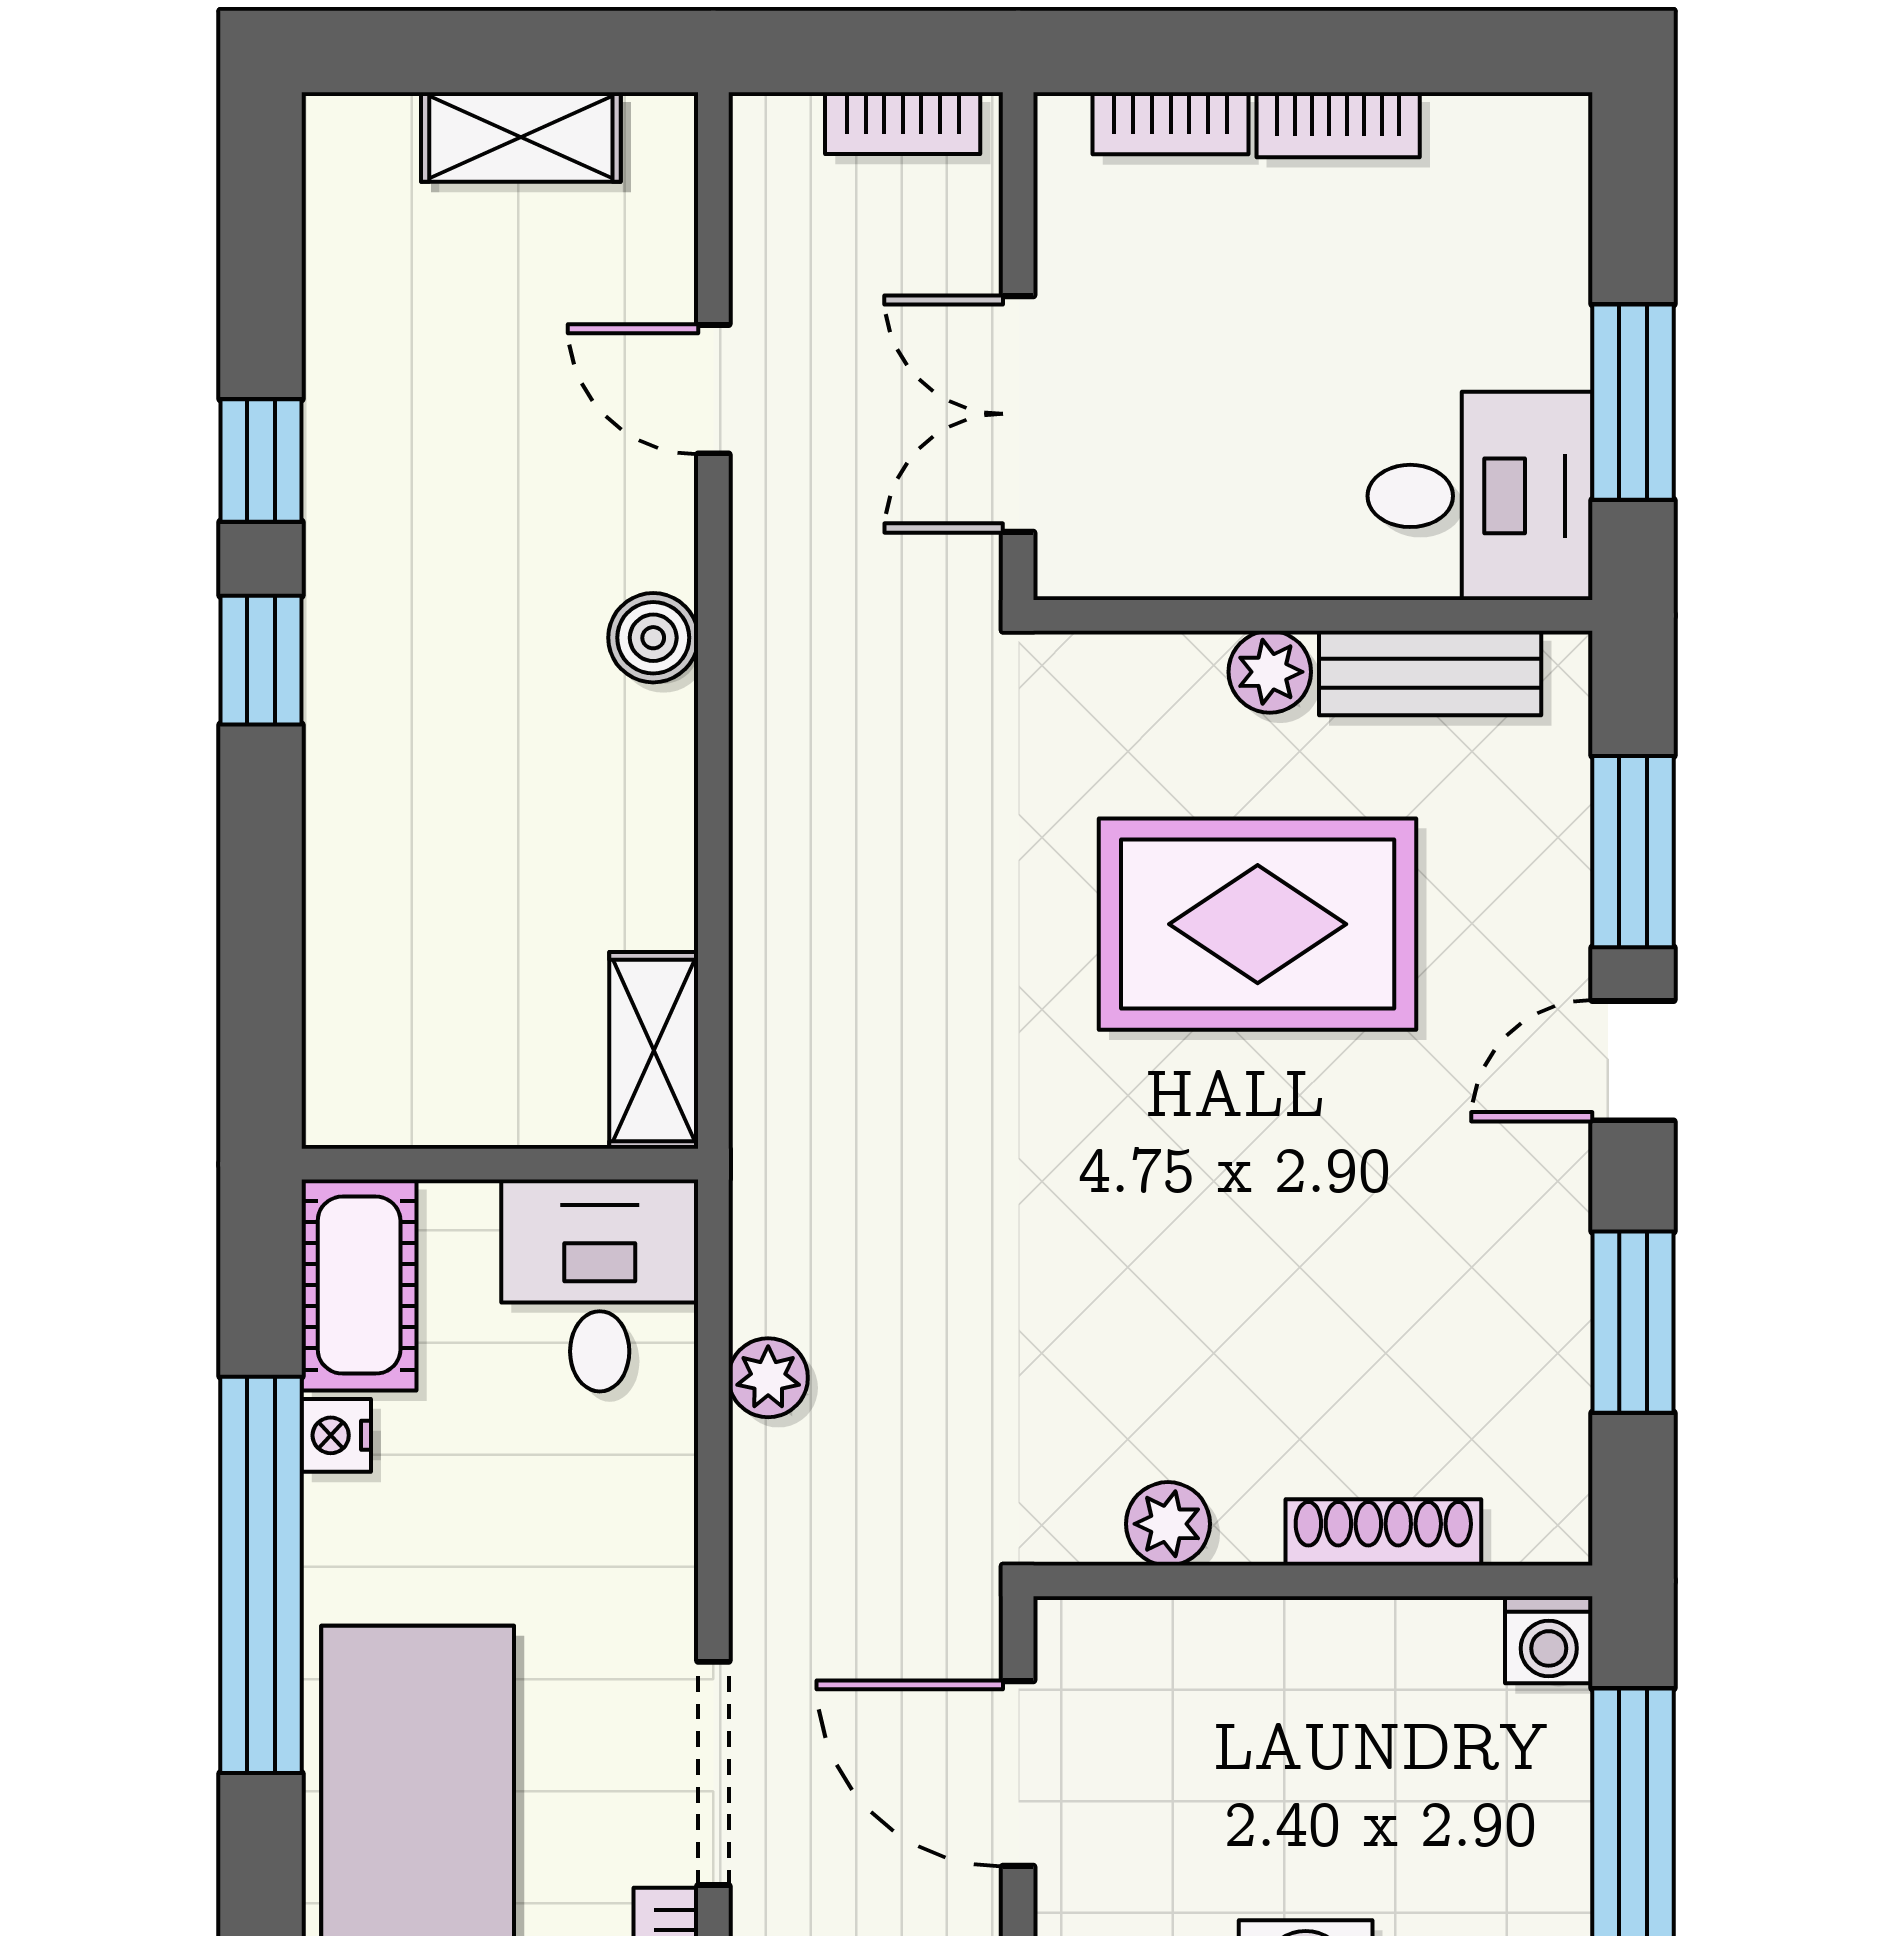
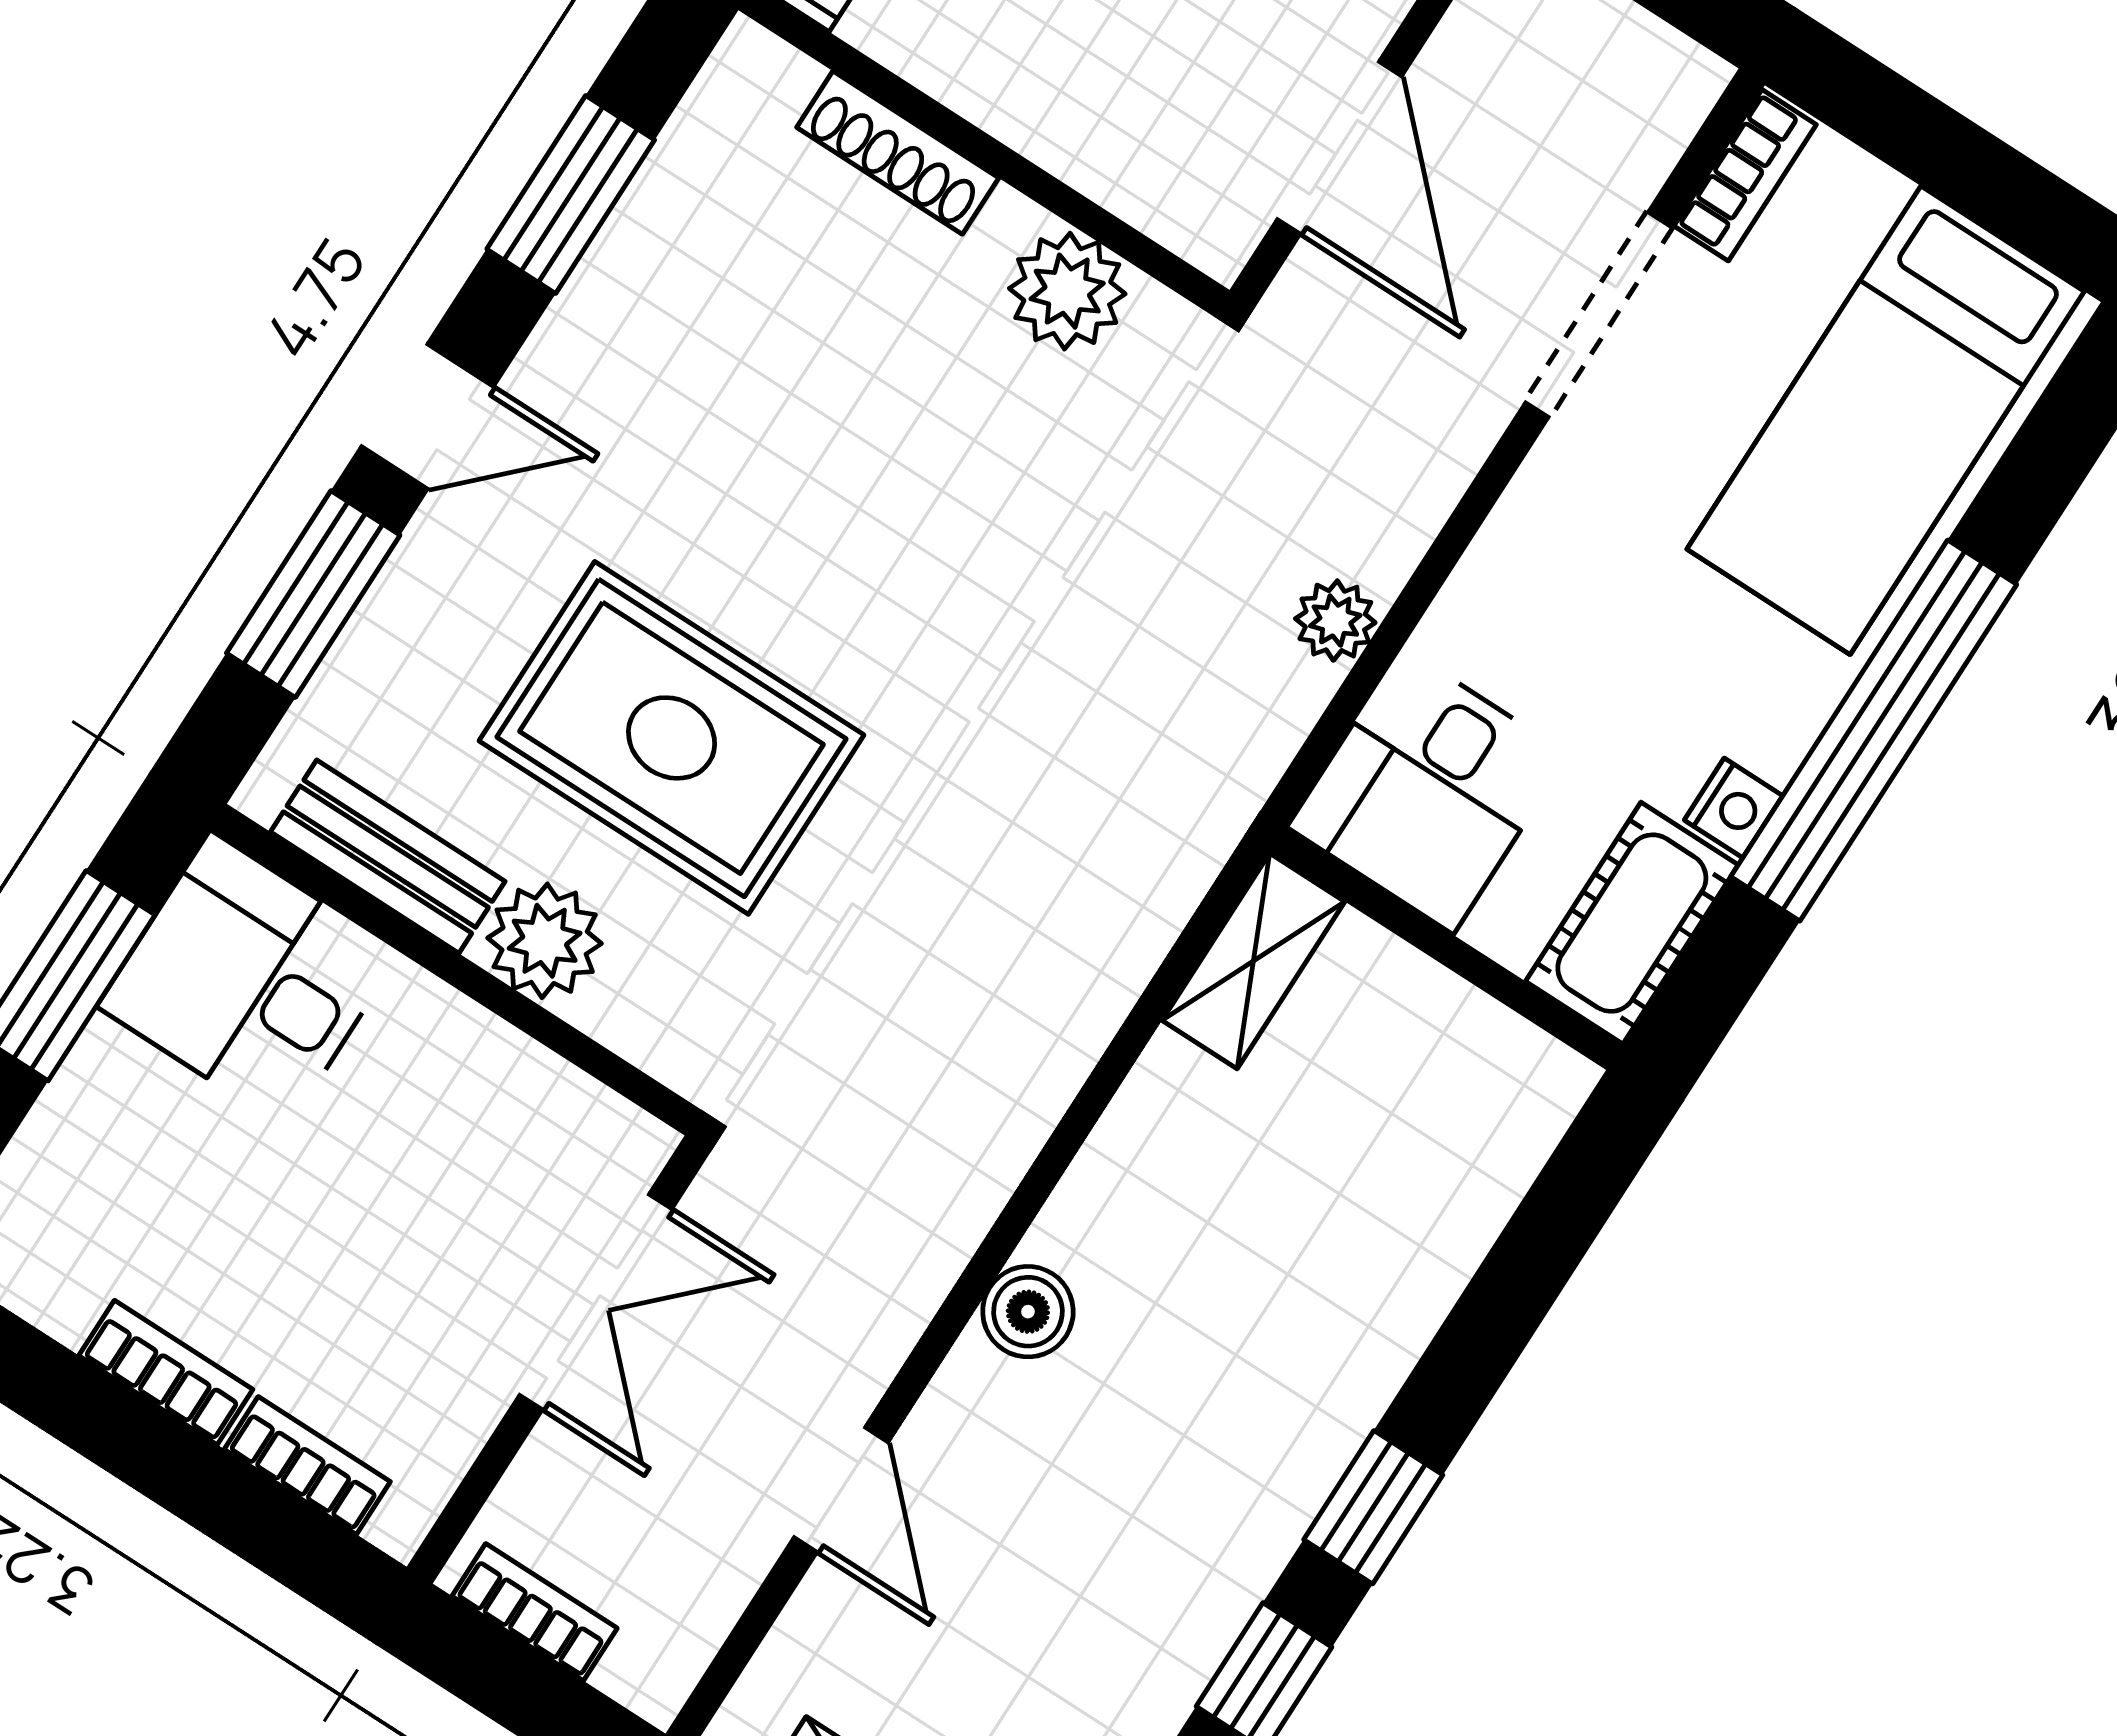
plant: (1270, 672) -> (545, 941), width x1.38, depth x1.38
plant: (1168, 1524) -> (1067, 291), width x1.38, depth x1.38

